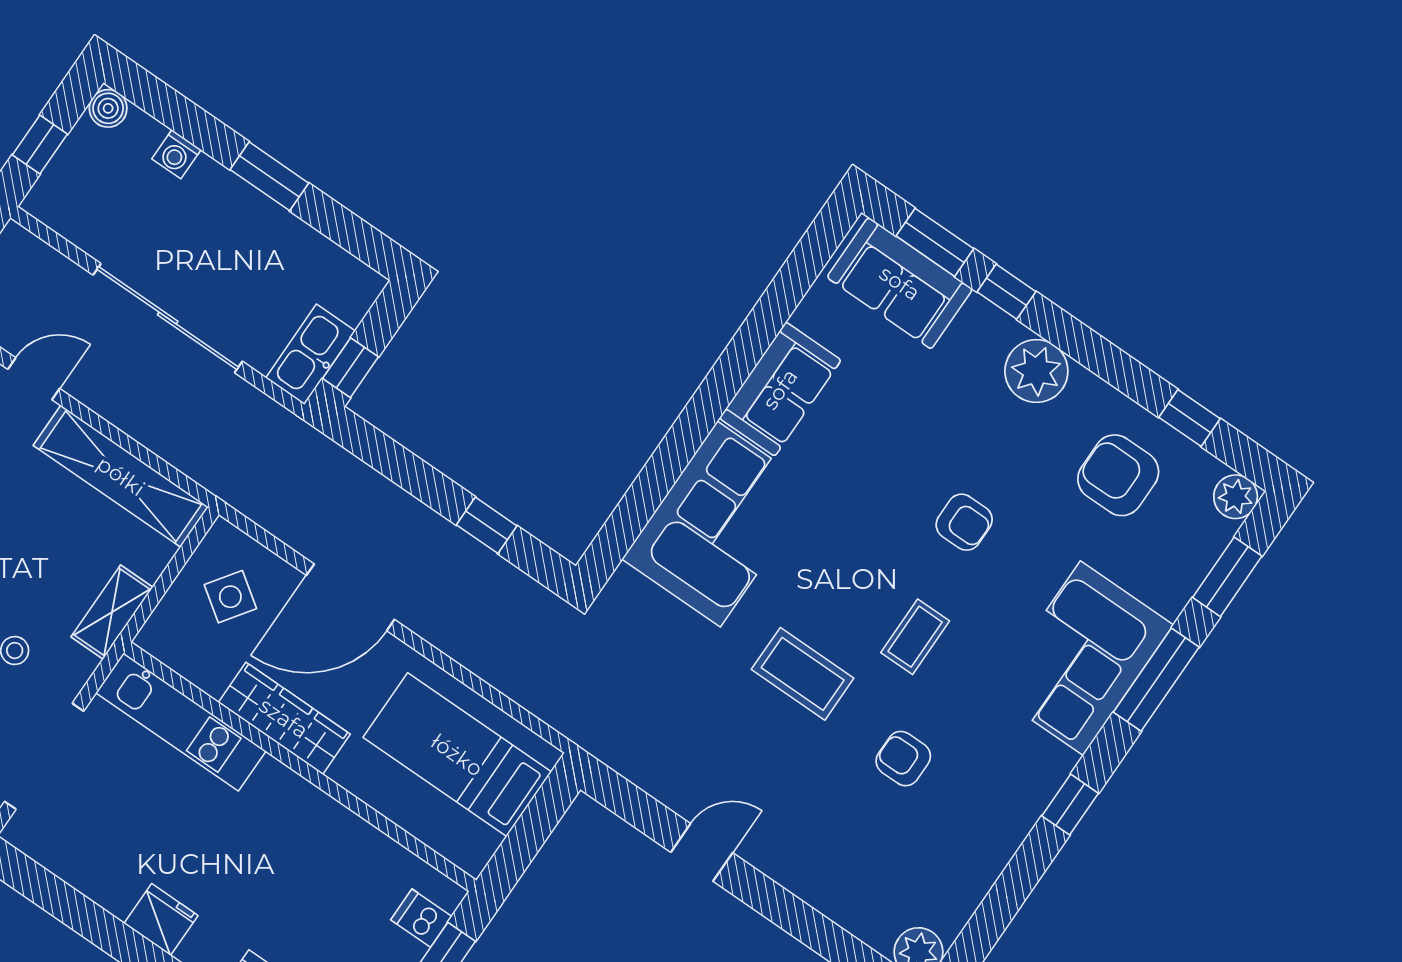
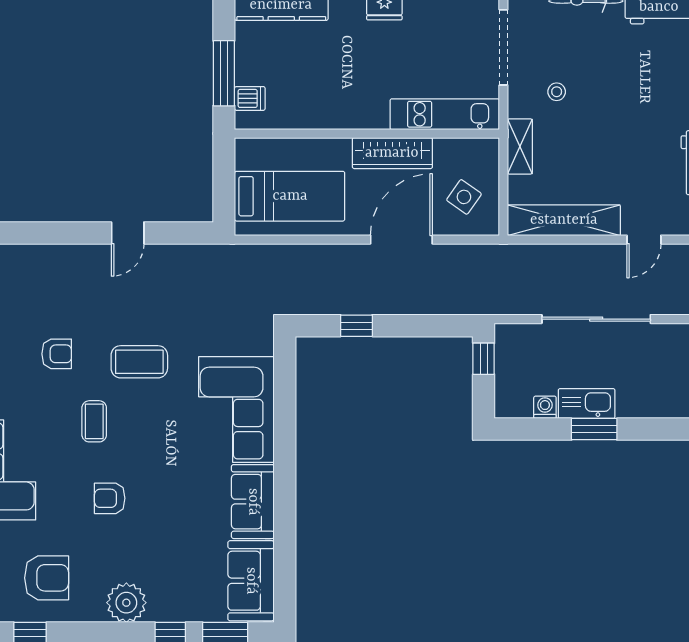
washing machine: (176, 154) -> (545, 407), moved
sofa: (900, 283) -> (251, 581), moved, turned -90
kitchen sink: (310, 354) -> (587, 404), moved, turned -90

